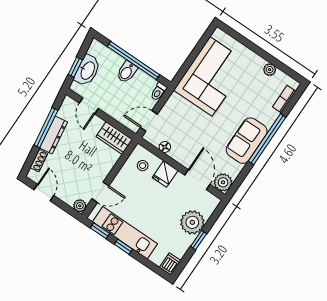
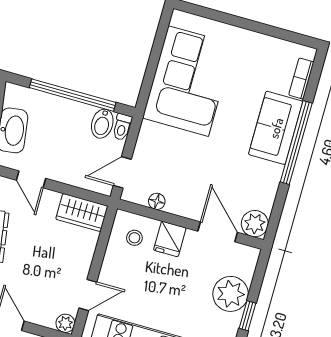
plant: (270, 70) -> (267, 44), removed
bidet: (127, 72) -> (102, 124), moved
sofa: (247, 141) -> (276, 128), moved

